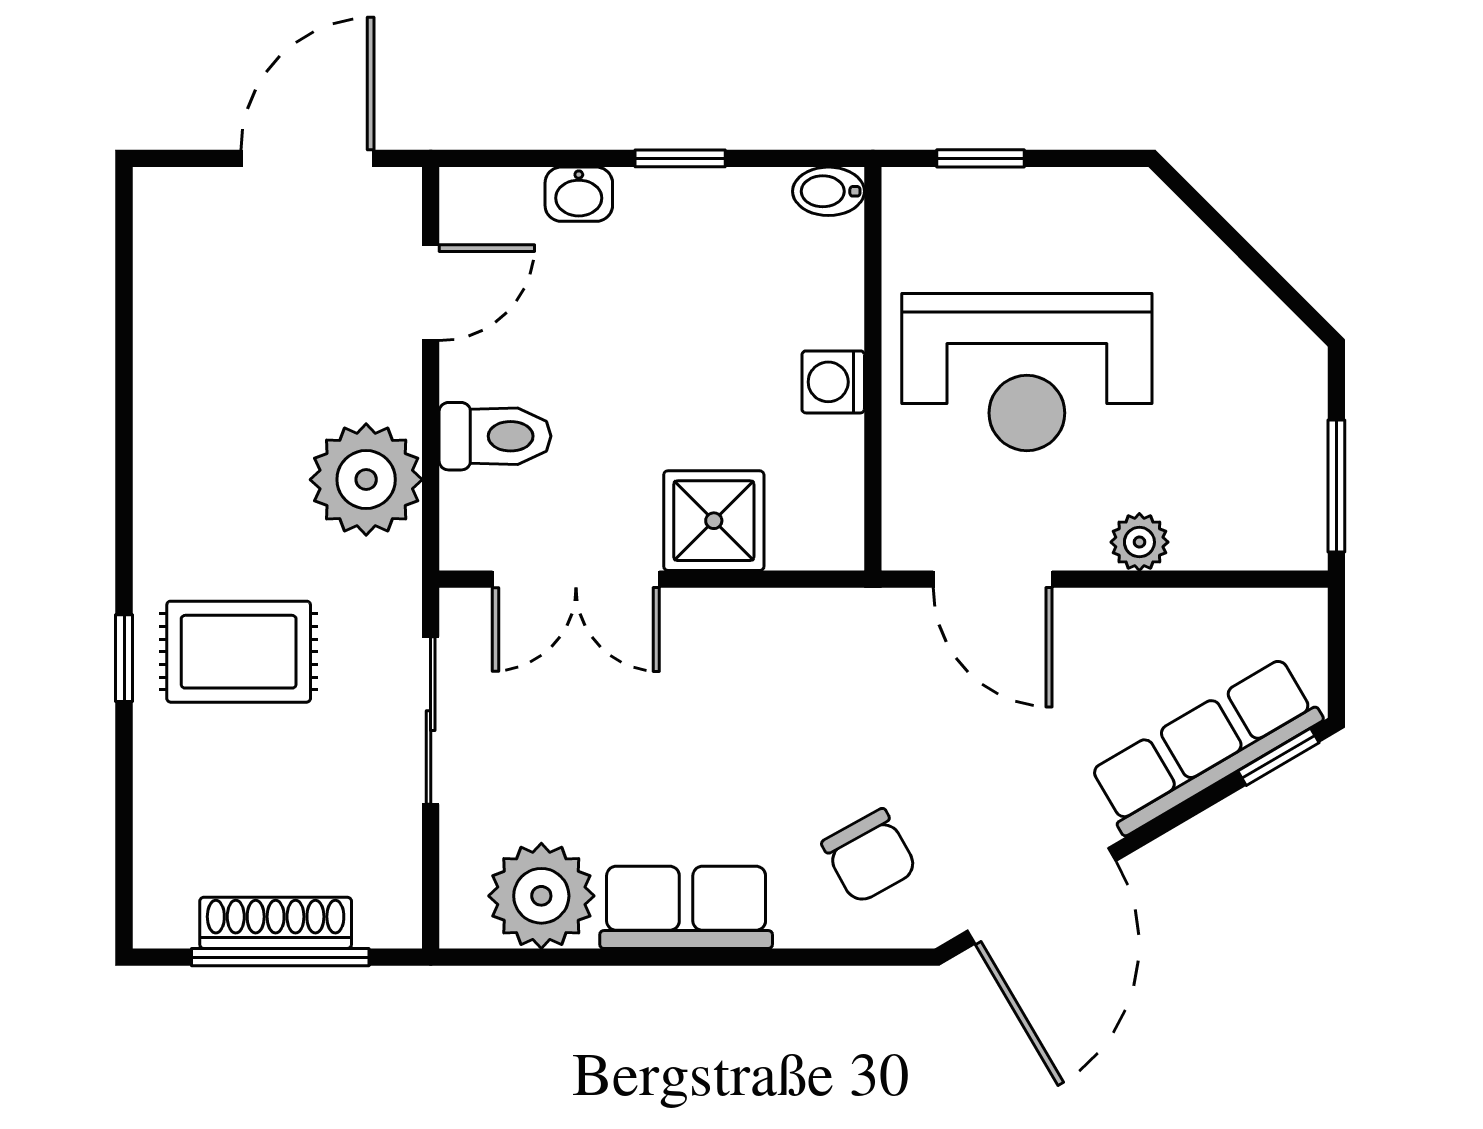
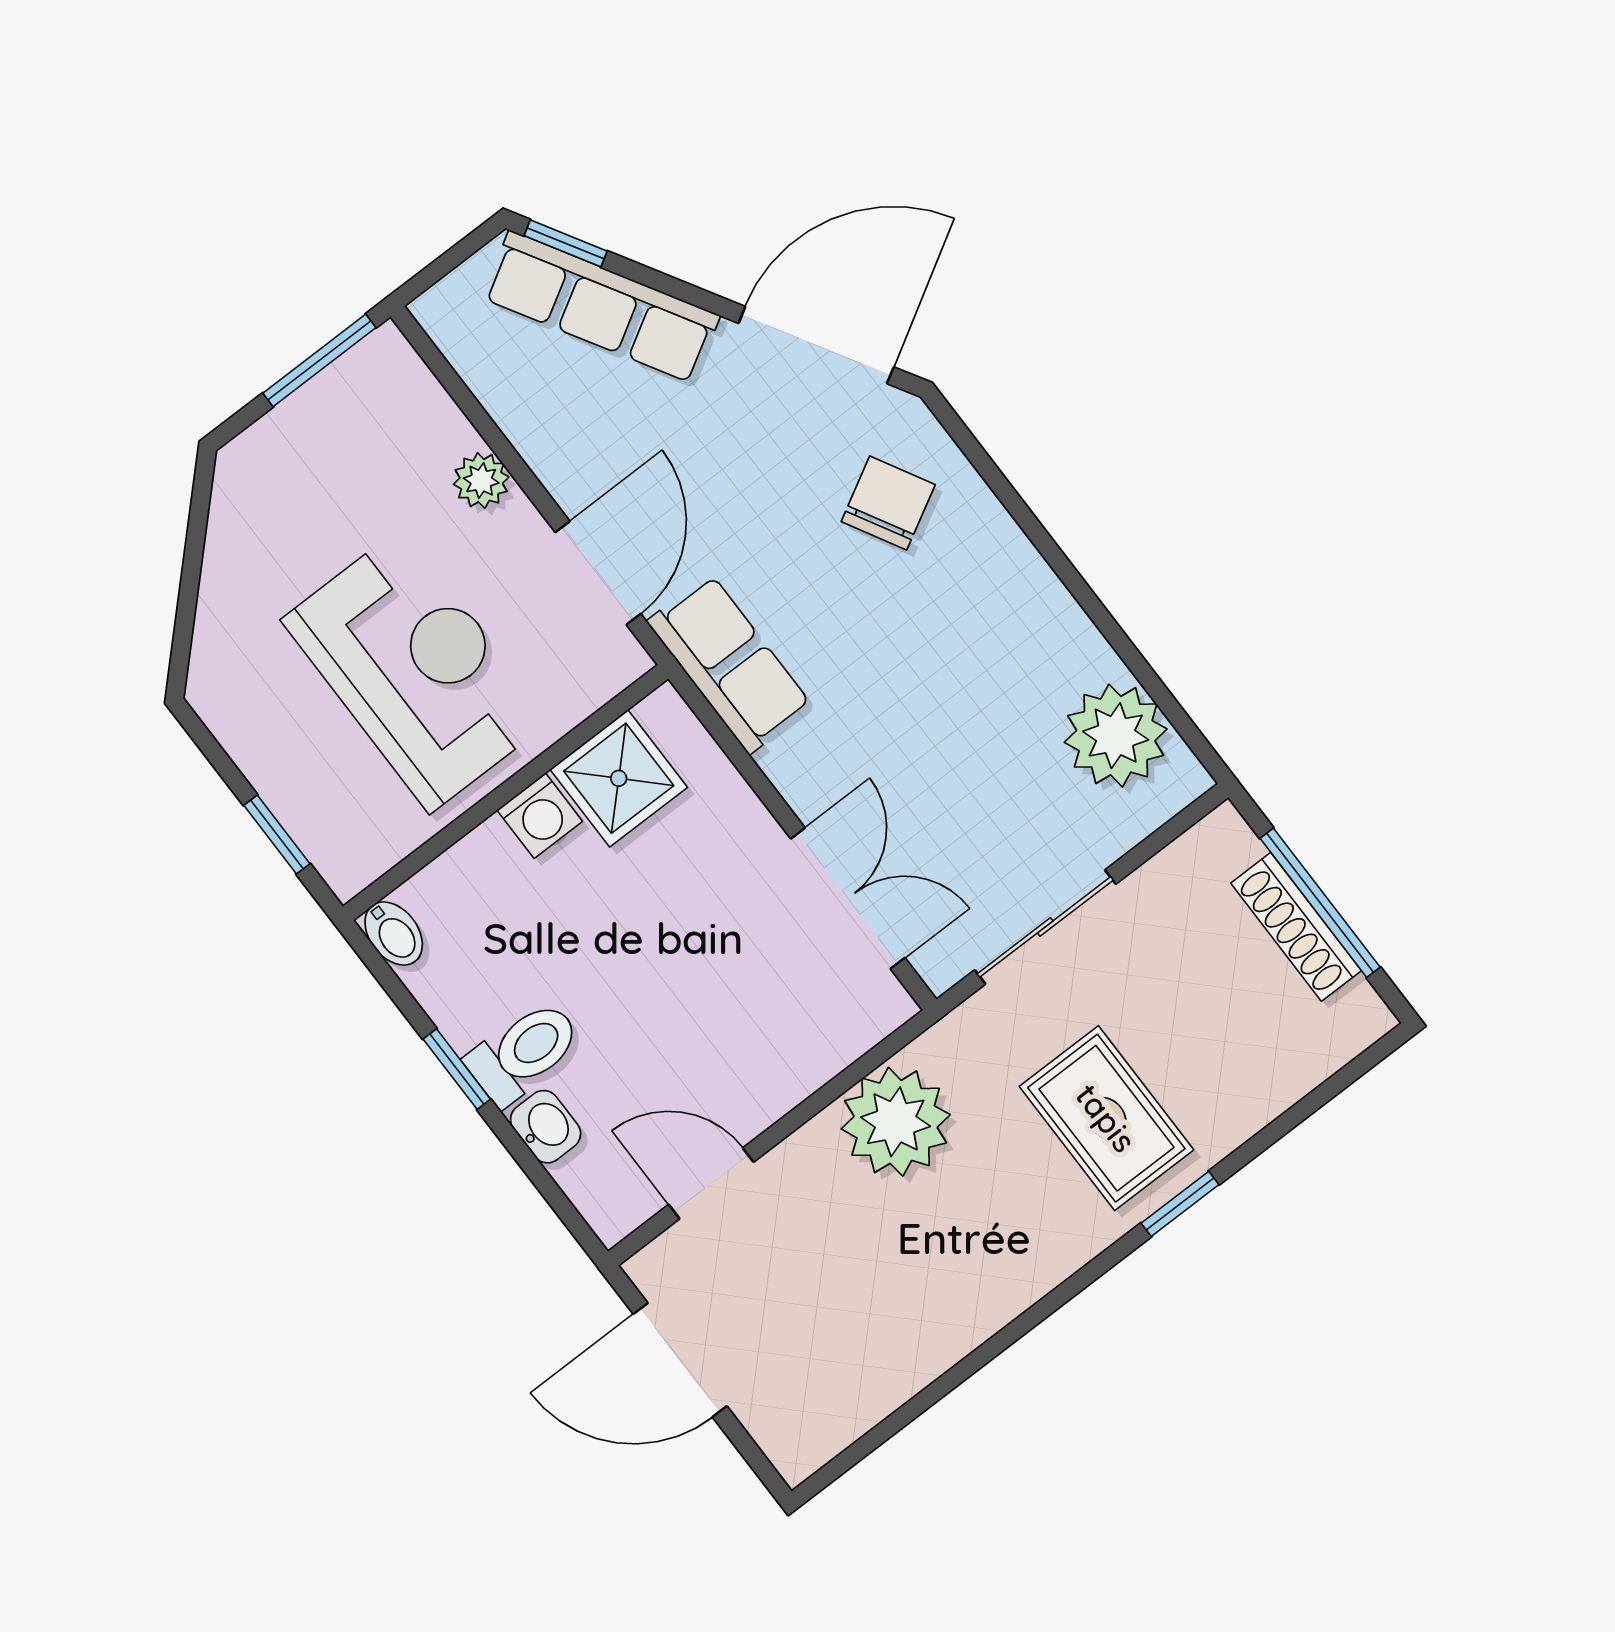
toilet: (495, 436) -> (524, 1052), moved, turned 90
shower: (714, 521) -> (619, 778), moved
row of seats: (686, 907) -> (730, 664), moved, turned 180

